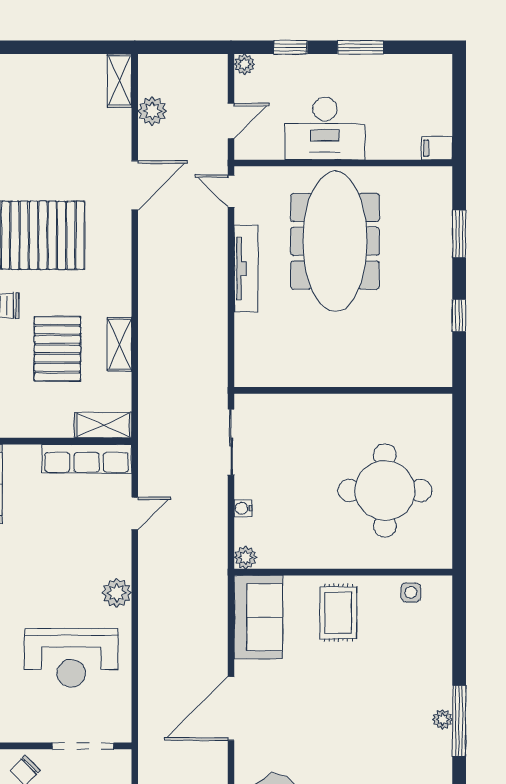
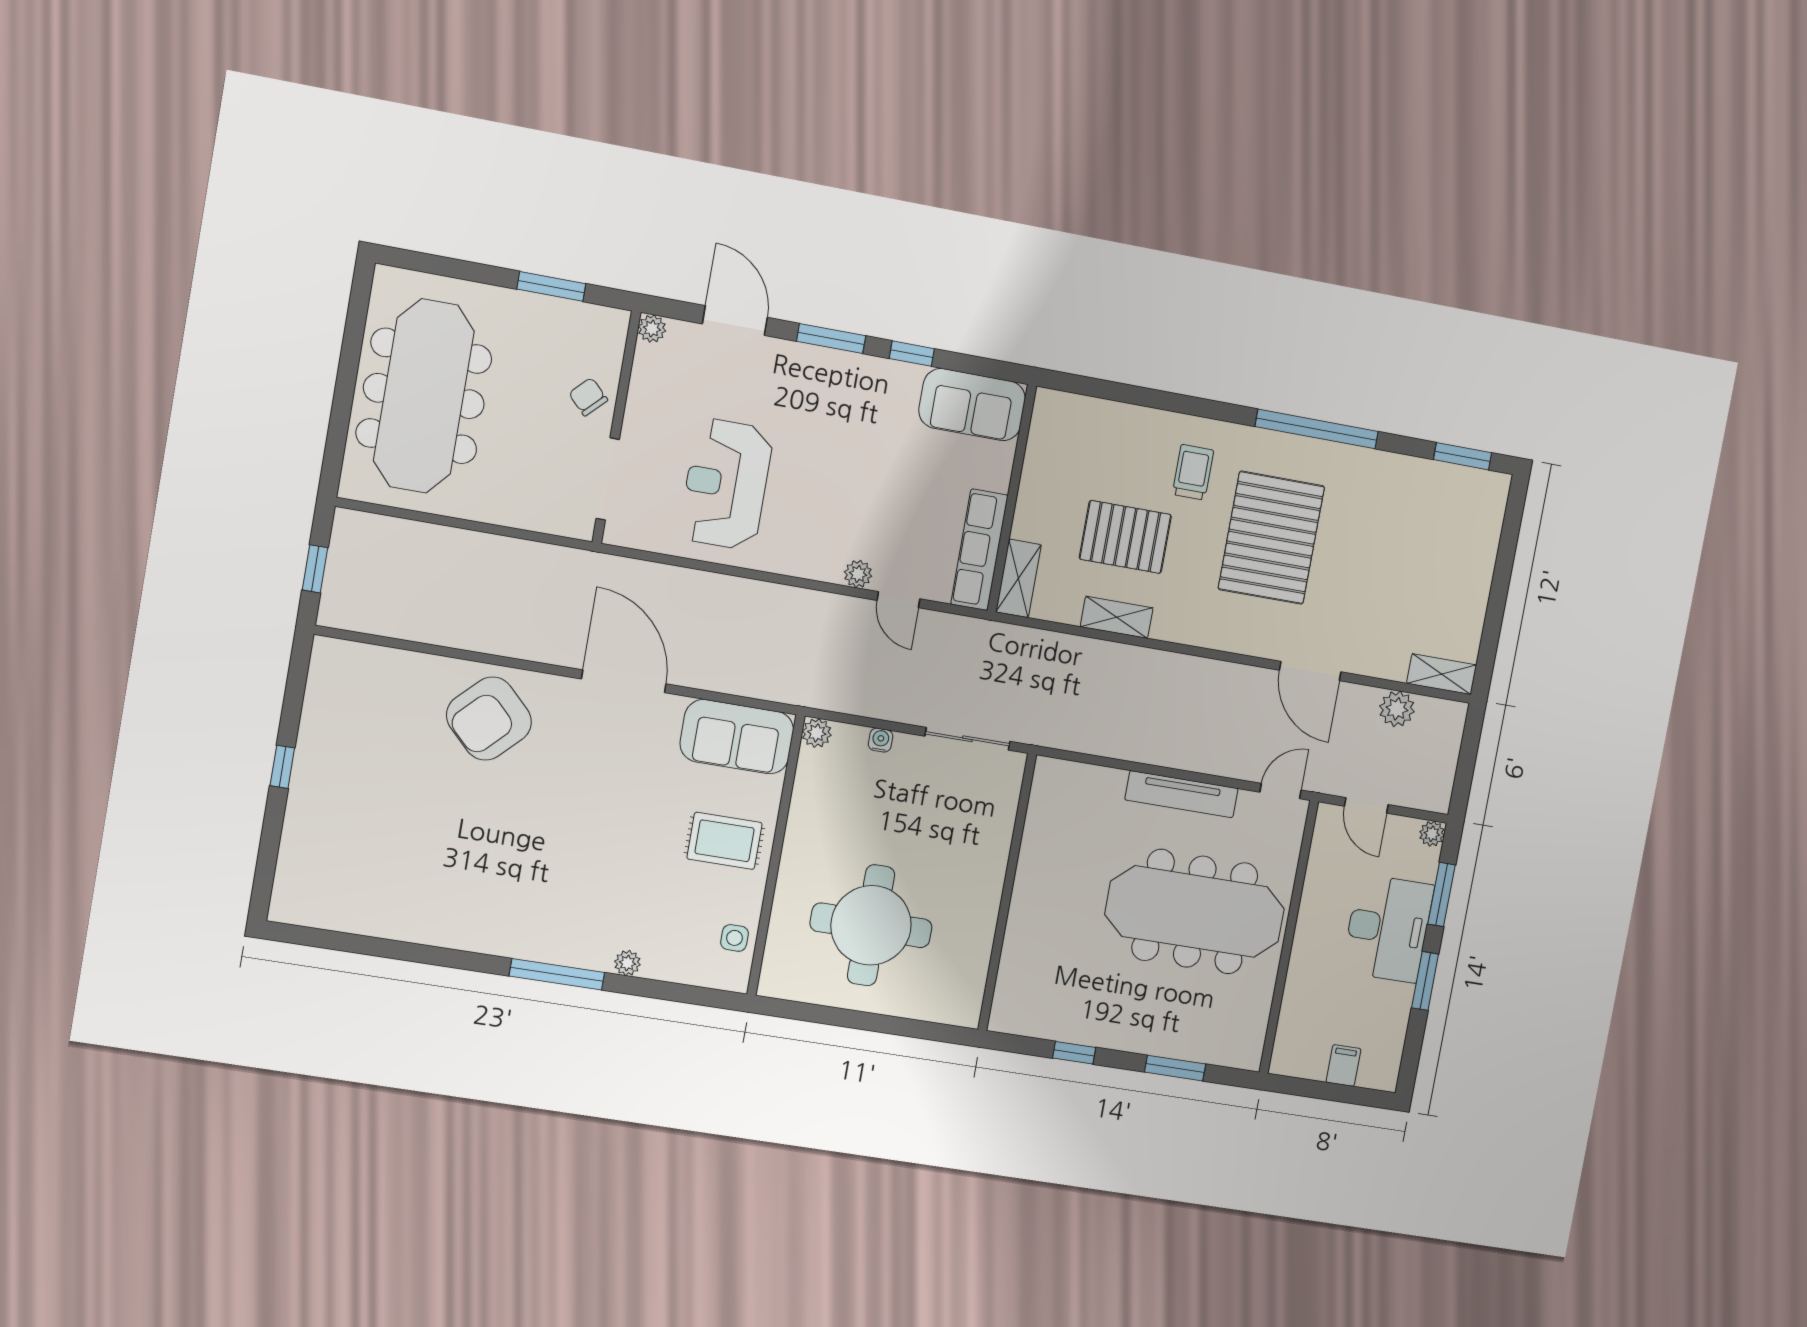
window: (291, 47) -> (1441, 894), width x1.50
desk: (325, 129) -> (1388, 928), moved, turned 180
filing cabinet: (437, 148) -> (1343, 1065), moved
plant: (117, 593) -> (858, 574), moved, width x0.73, depth x0.73
plant: (442, 719) -> (627, 963), moved

